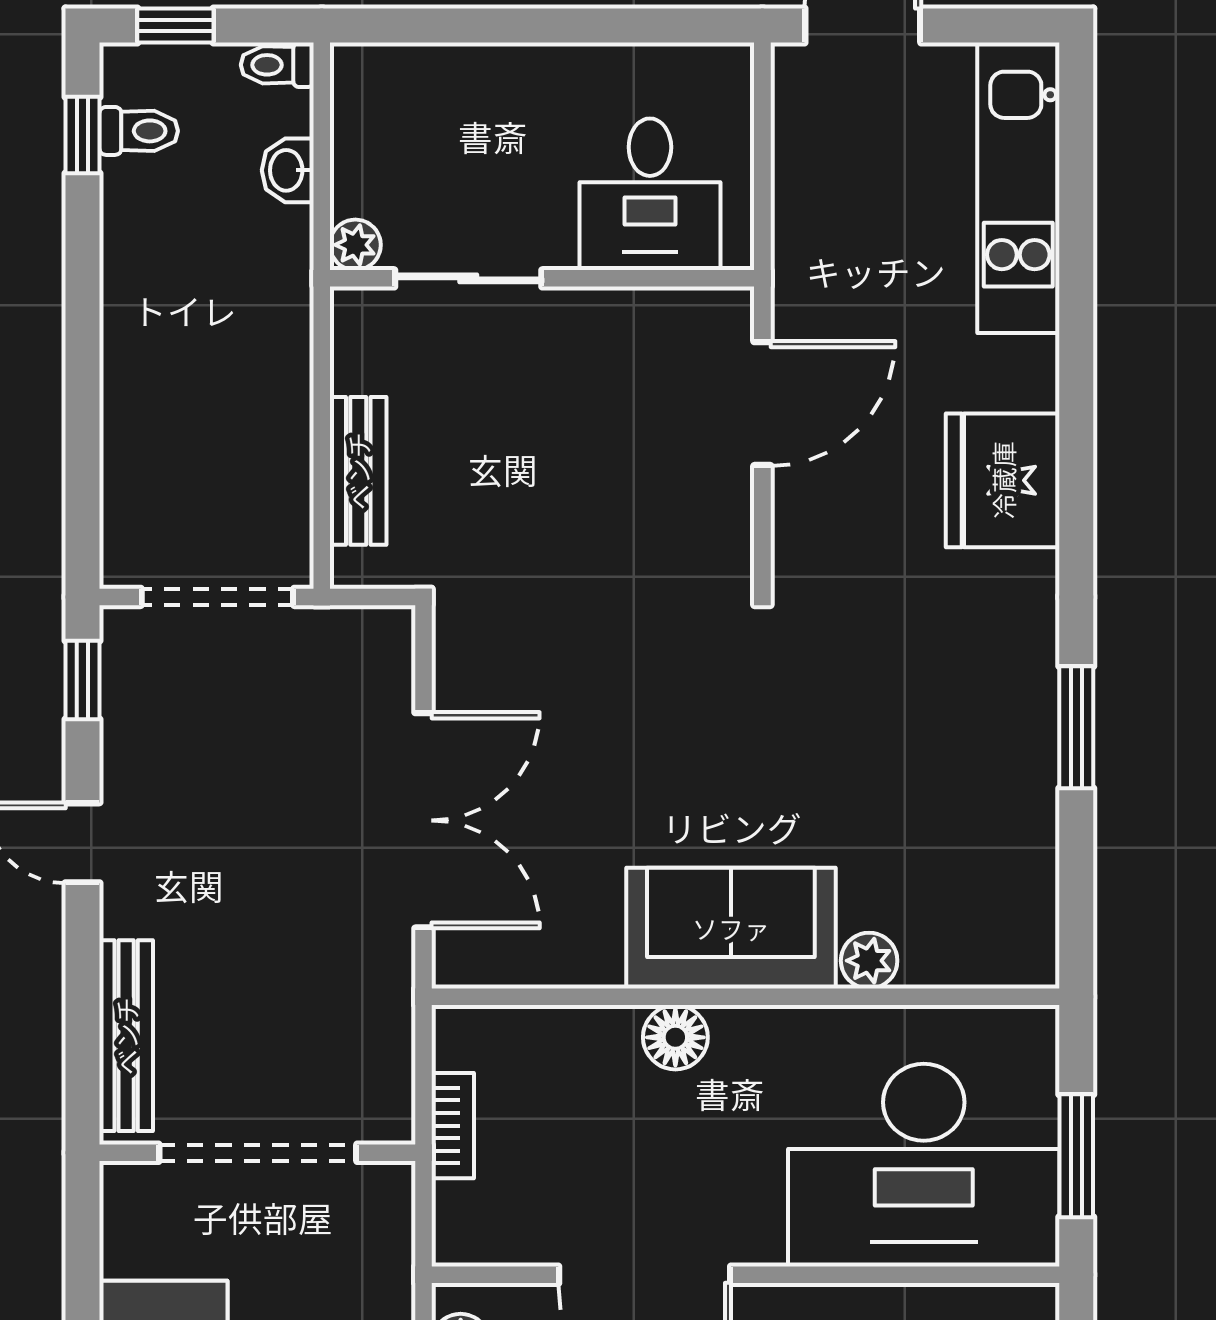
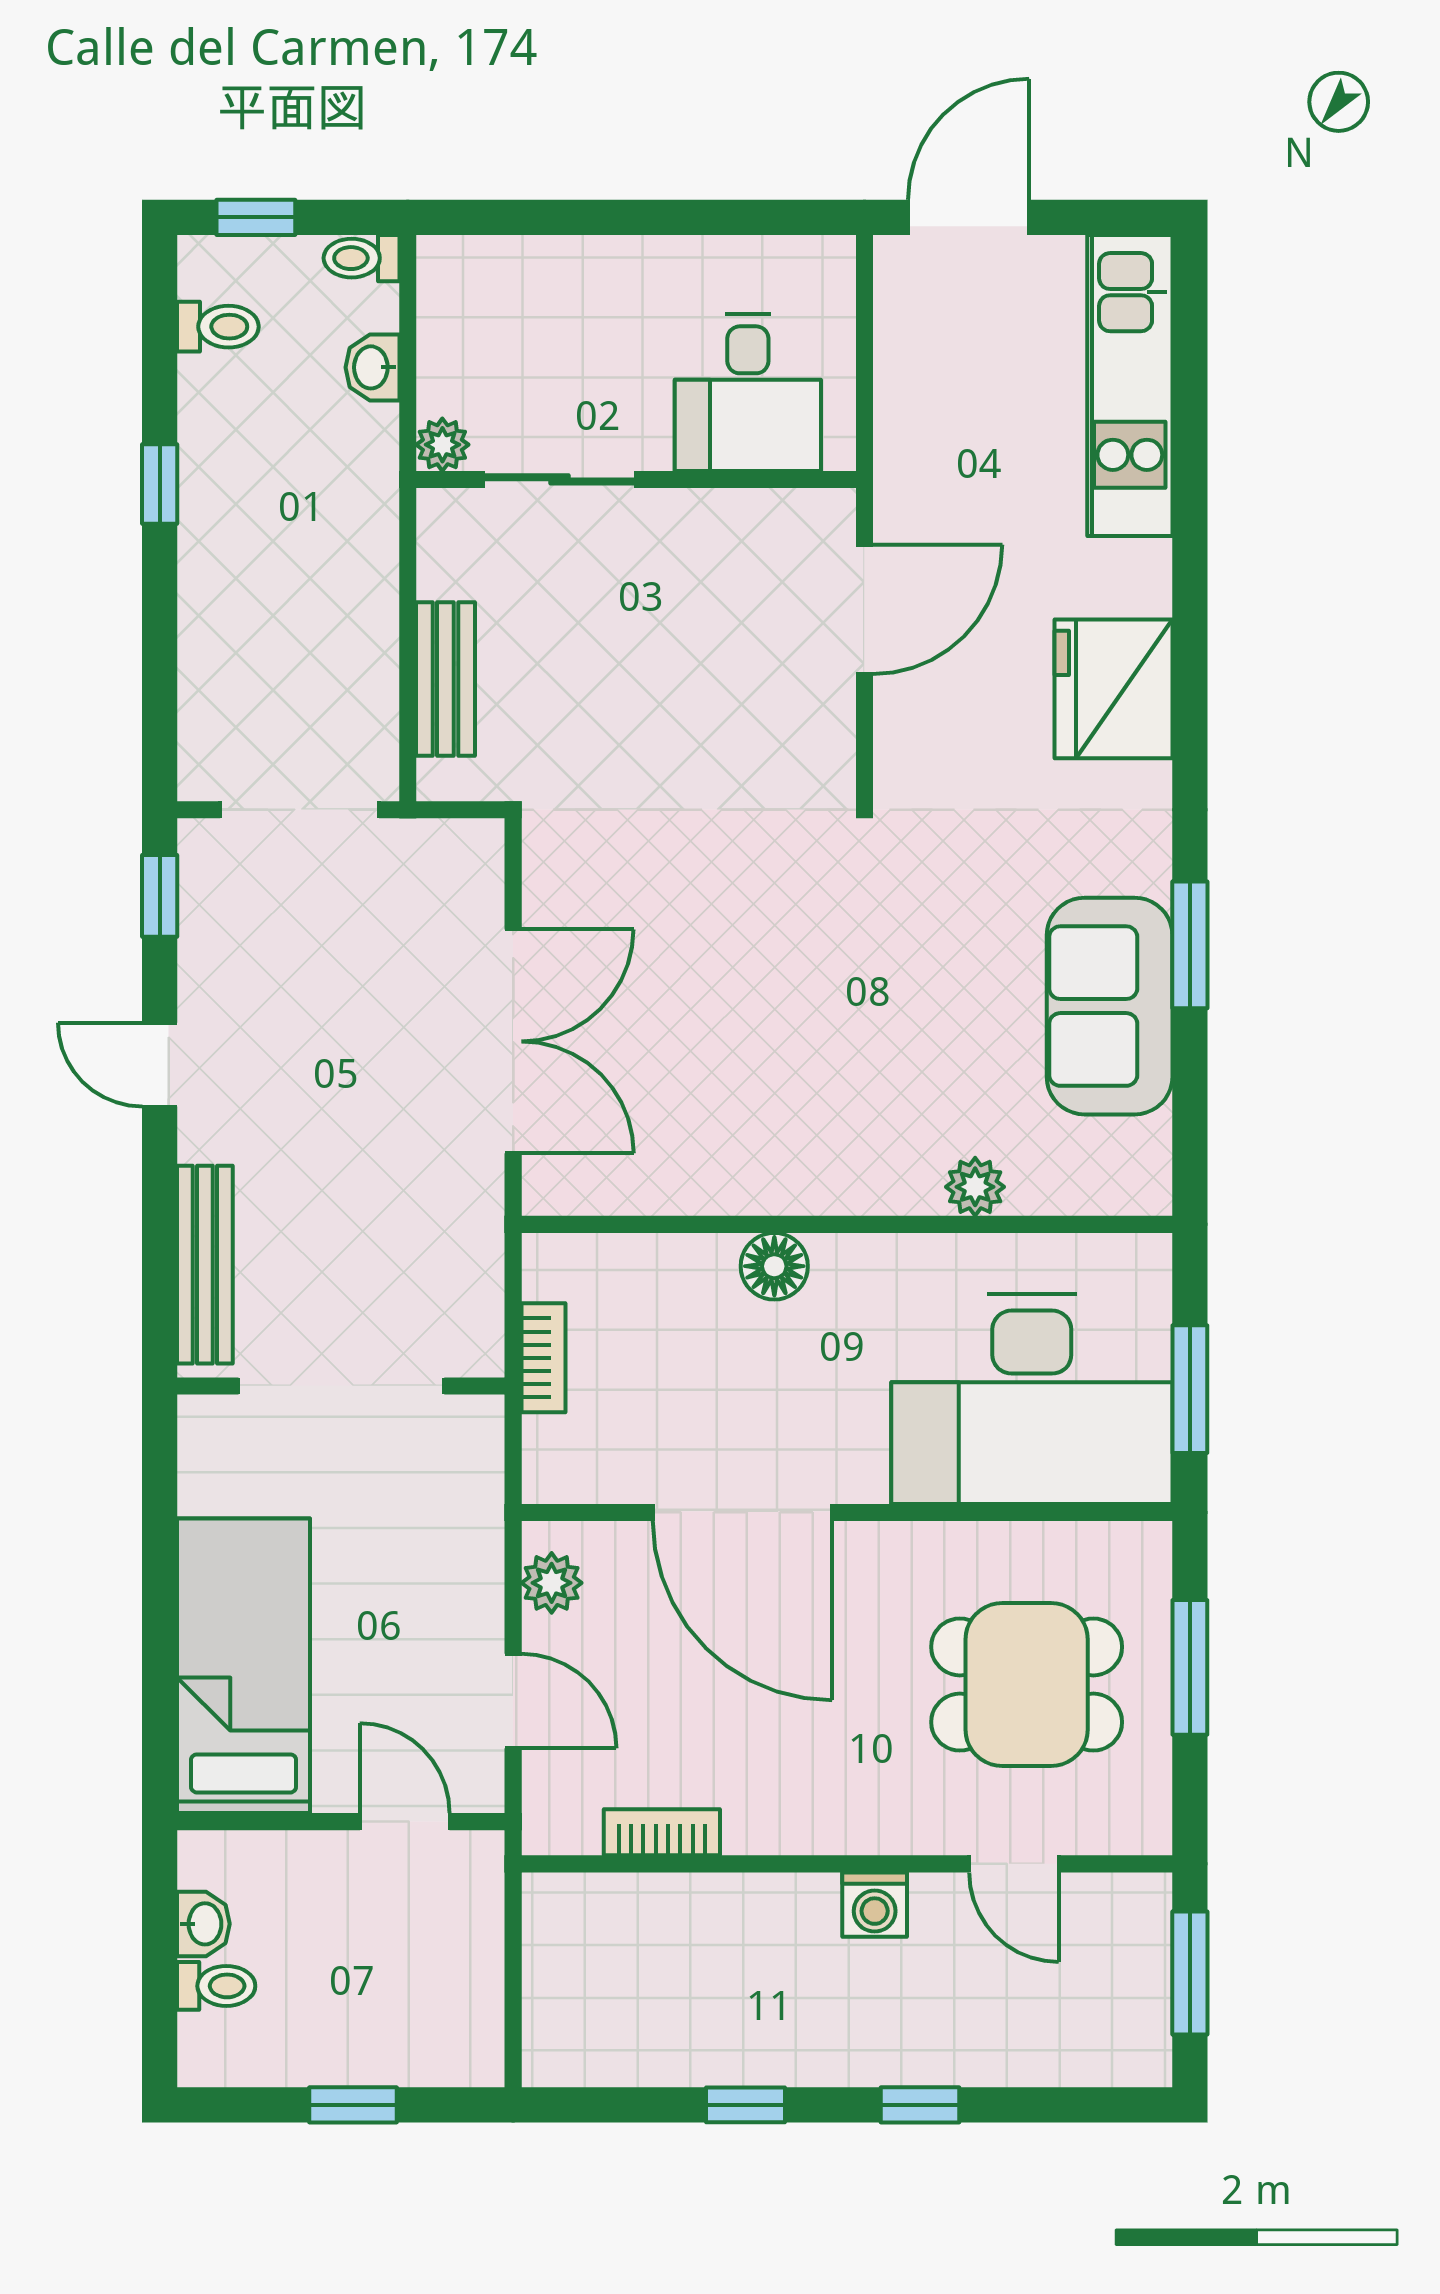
window: (83, 135) -> (160, 484), moved
sofa: (731, 928) -> (1110, 1006), moved, turned -90

